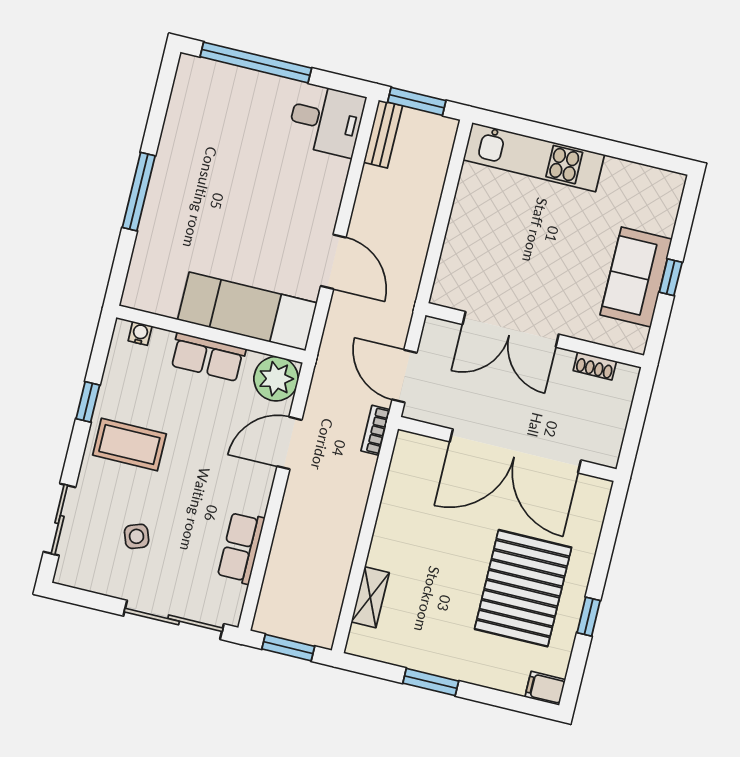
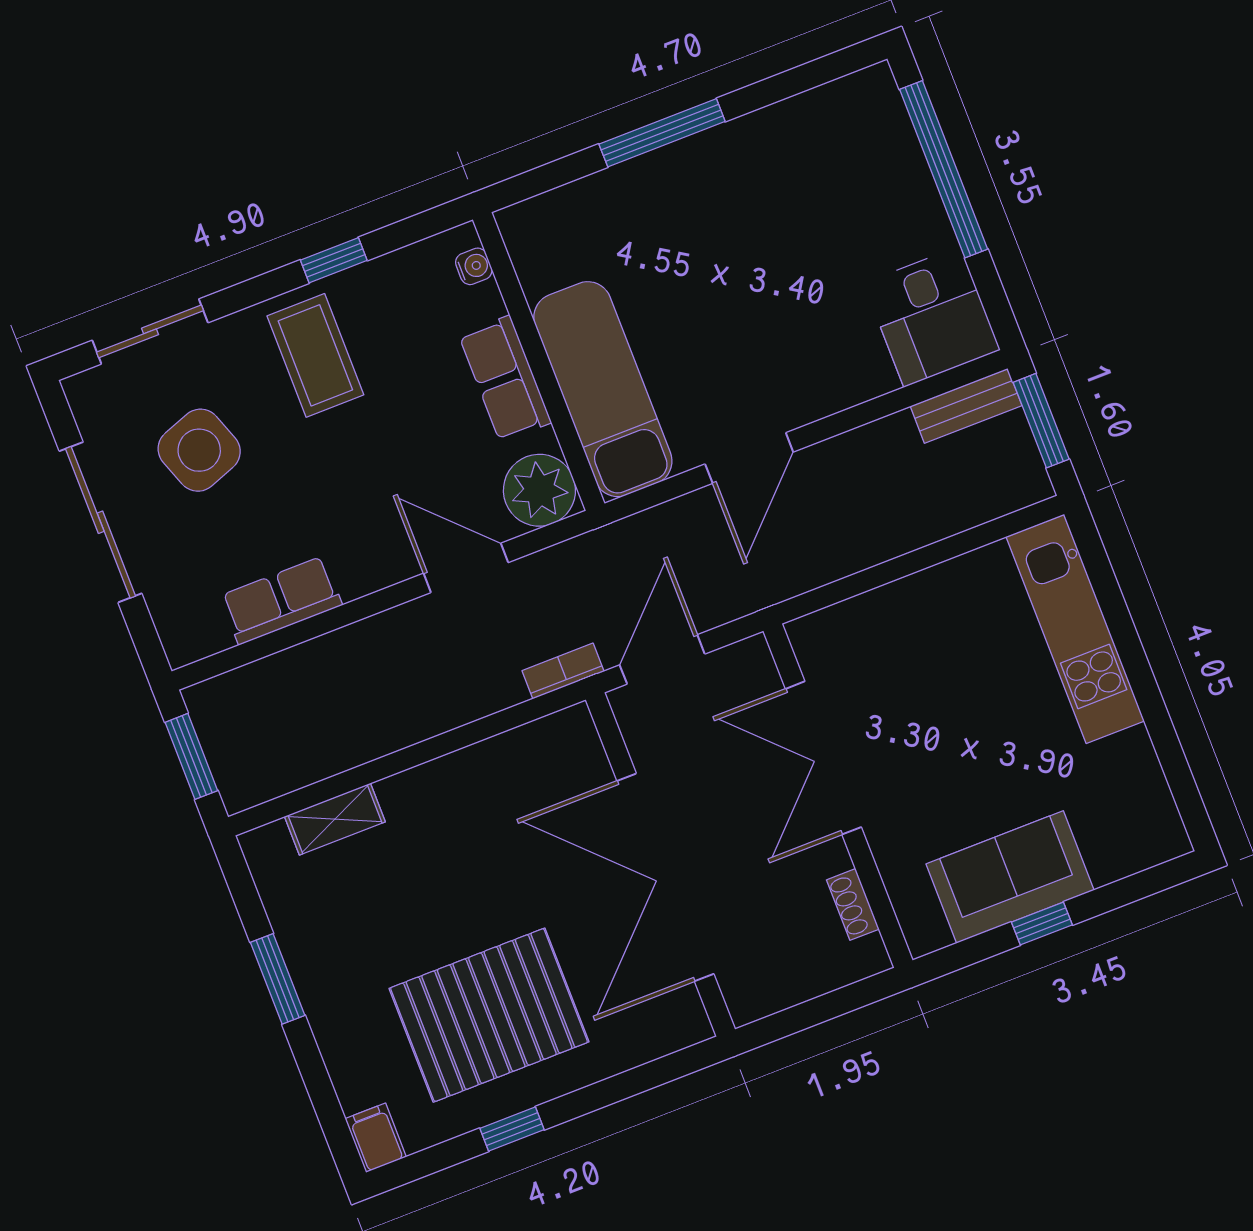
side table: (137, 536) -> (199, 450), width x1.87, depth x1.87
sliding door: (174, 620) -> (101, 522), moved

